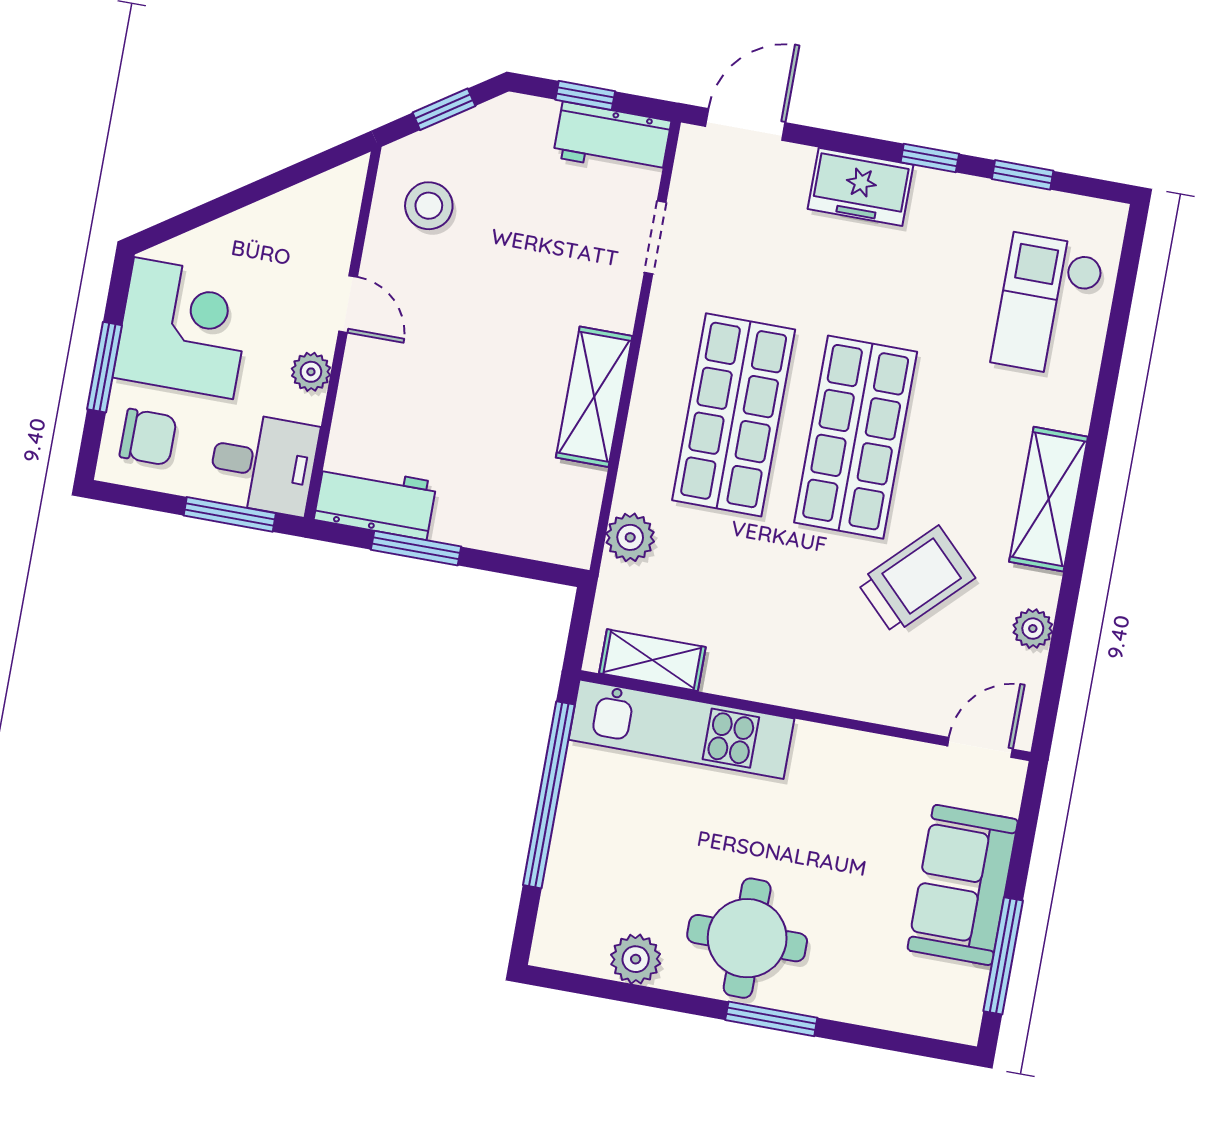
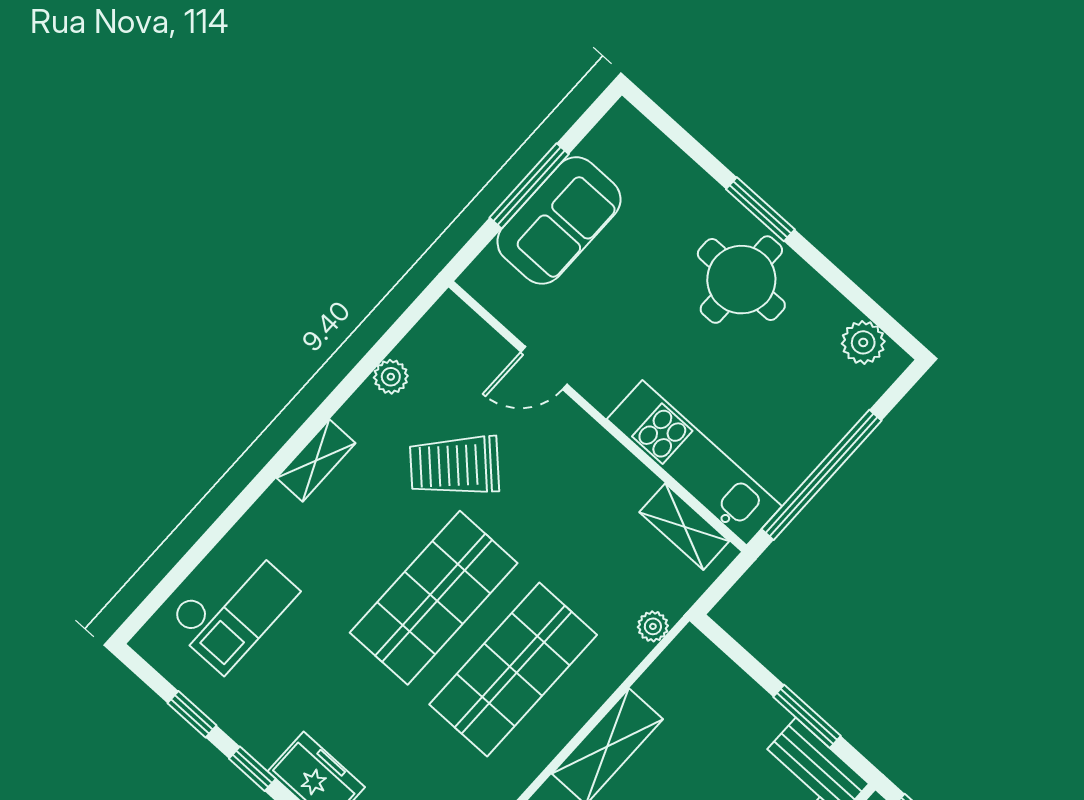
shelving: (1049, 499) -> (316, 461), width x0.67, depth x0.75
plant: (630, 537) -> (653, 626), width x0.73, depth x0.73
door: (980, 747) -> (544, 368), moved
window: (1003, 956) -> (529, 186), moved
plant: (636, 959) -> (863, 342), moved

